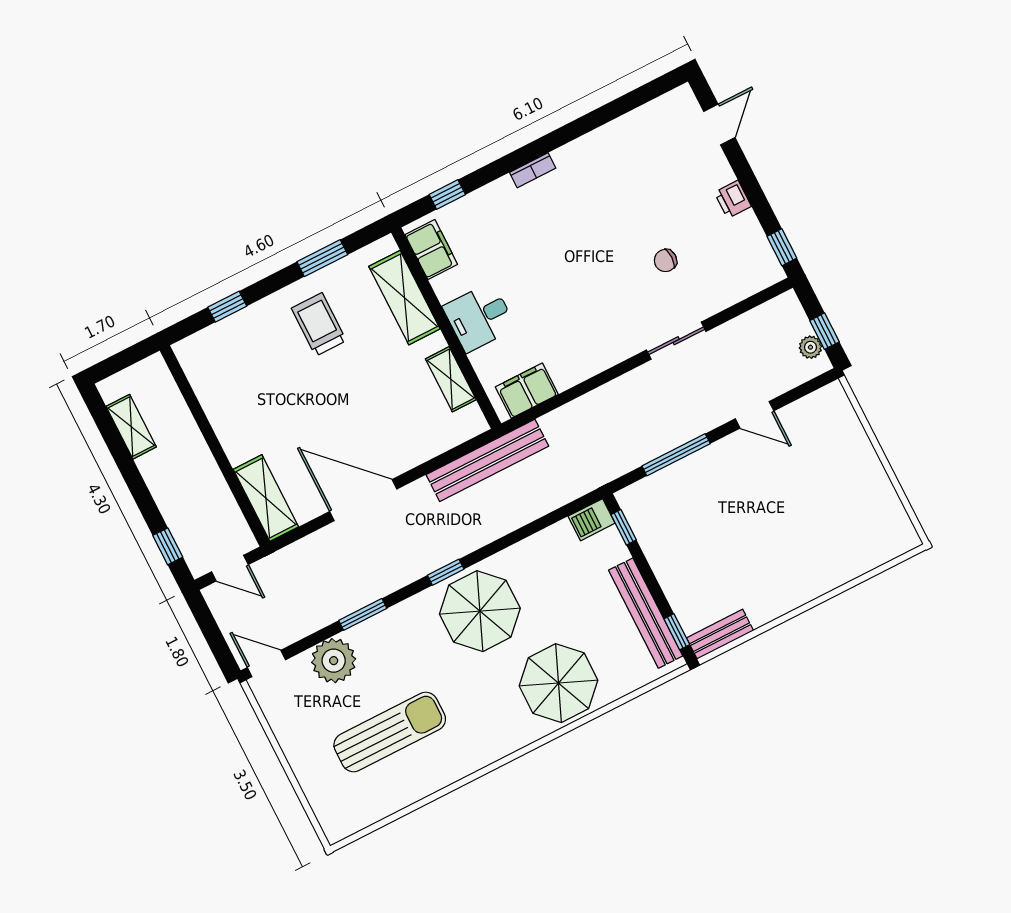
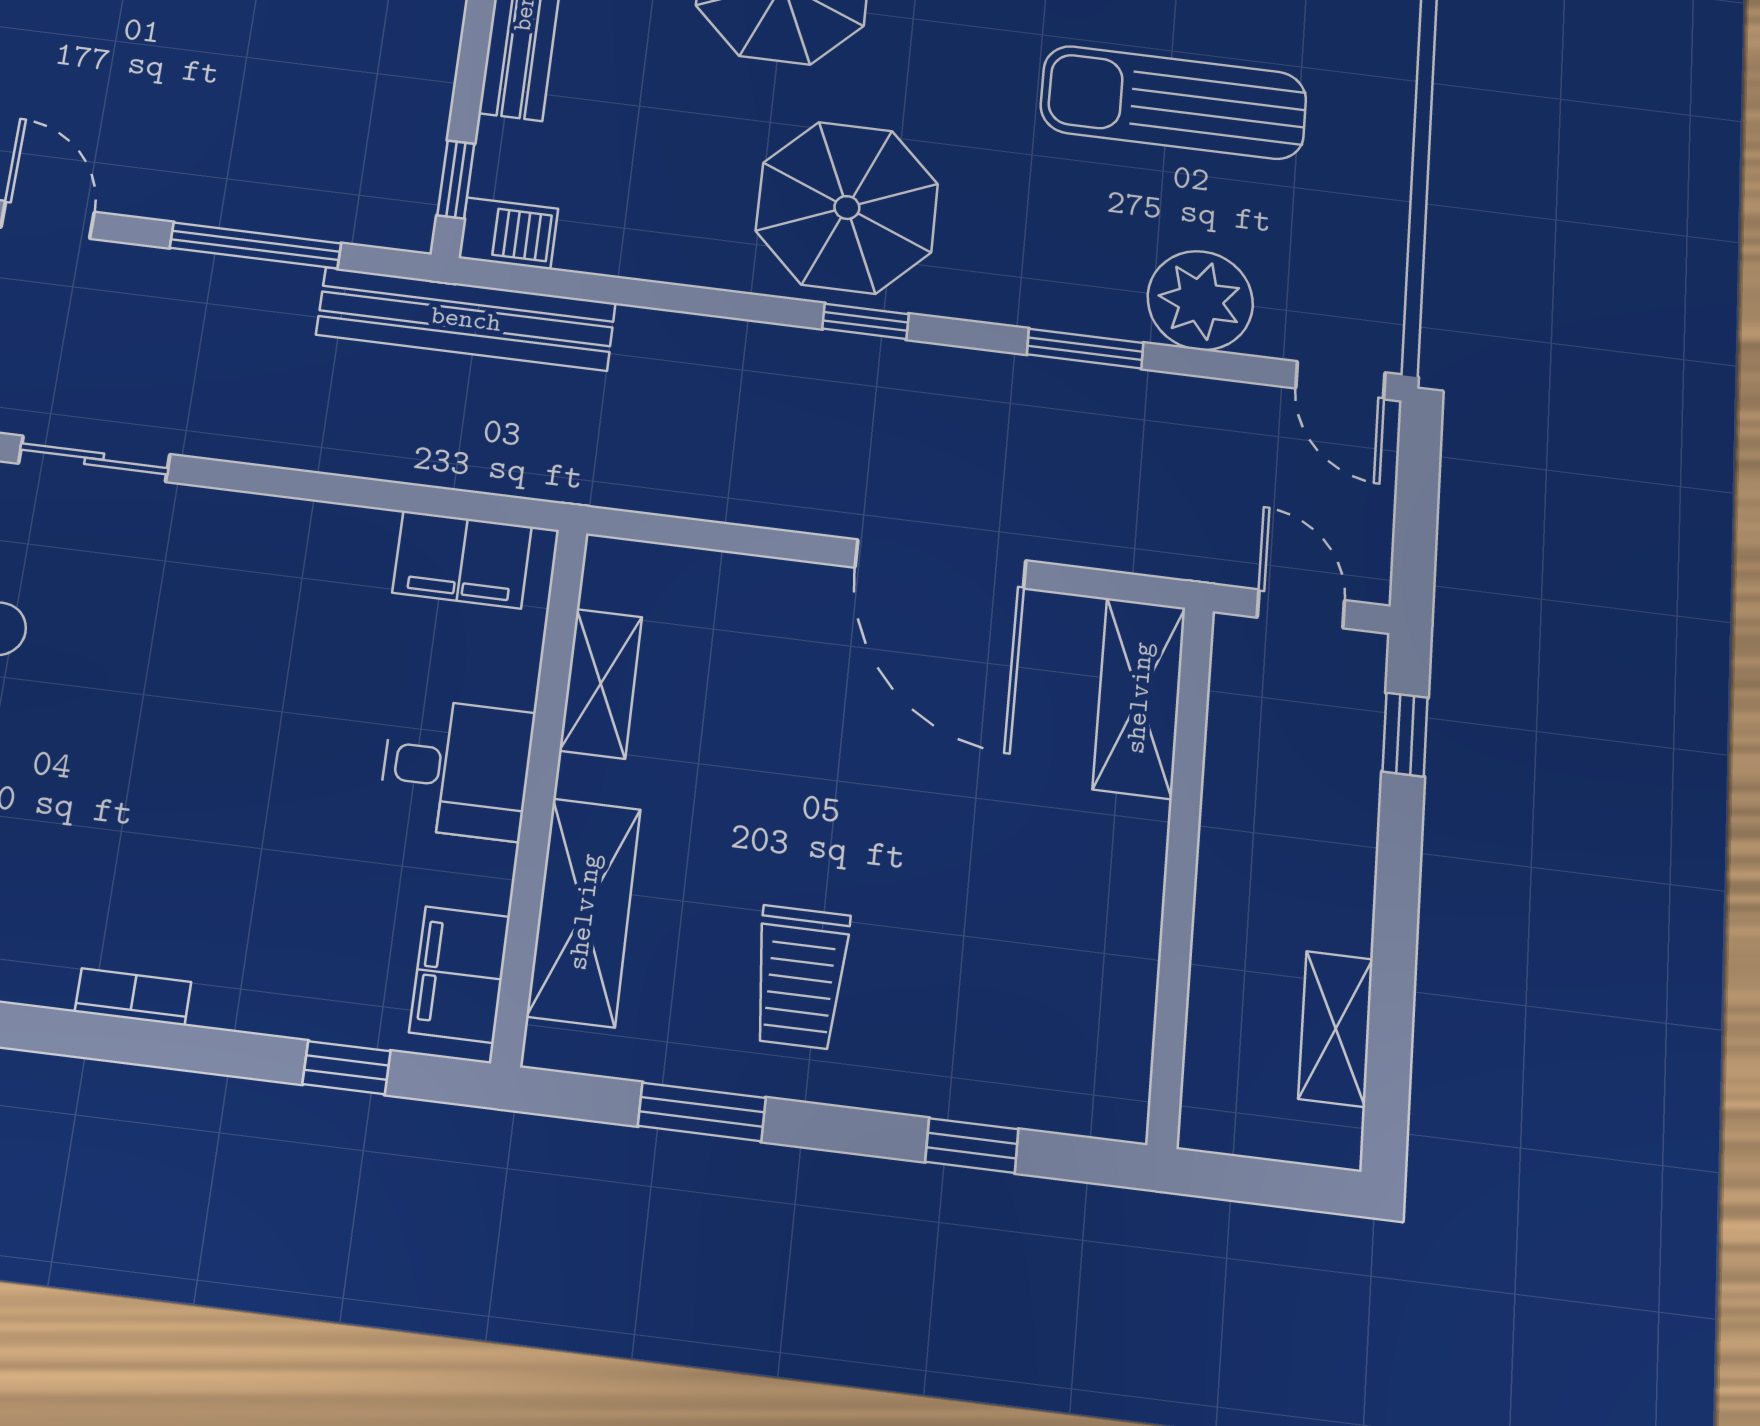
bench: (487, 460) -> (466, 319), moved

